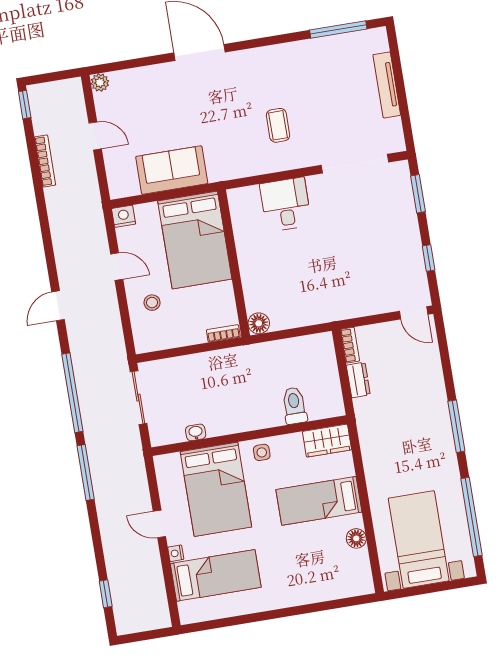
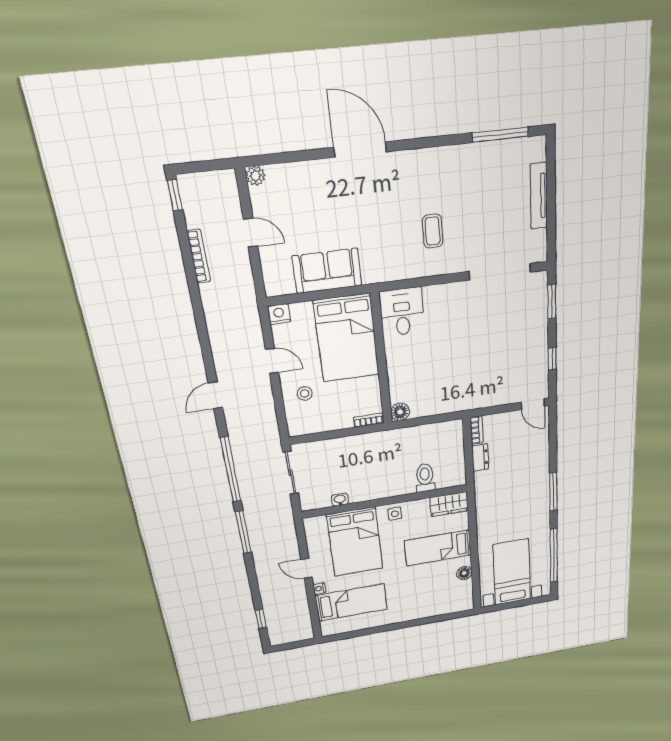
desk: (286, 204) -> (402, 312), moved

